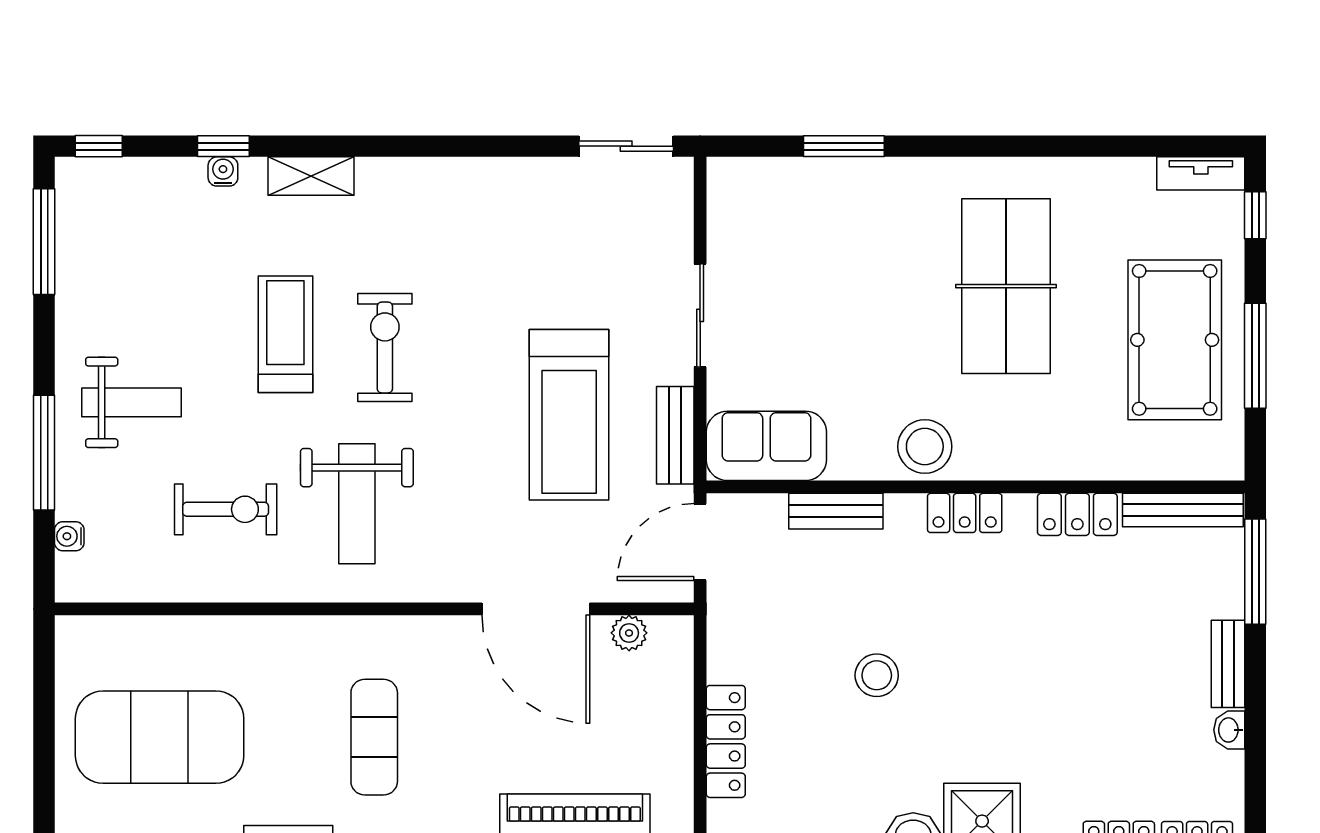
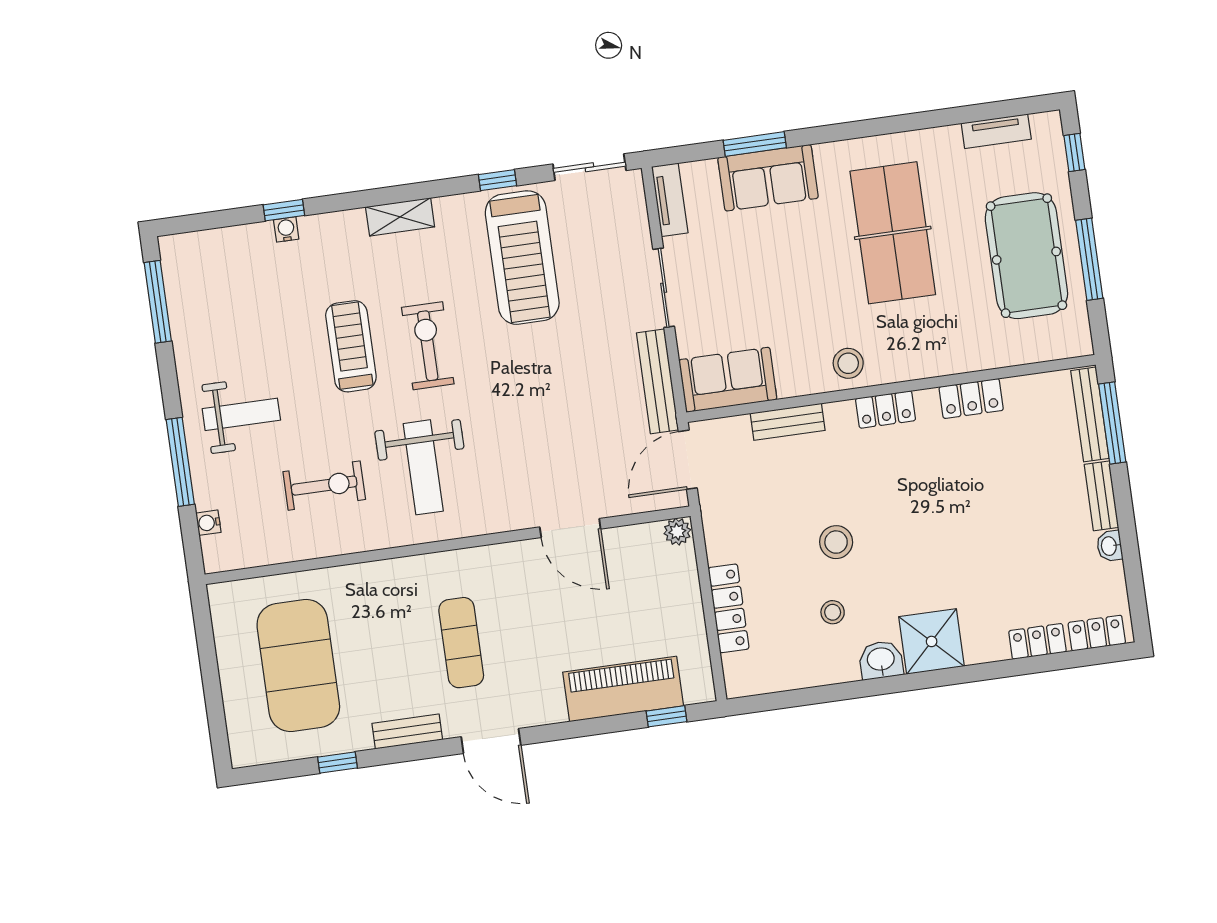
window: (99, 146) -> (497, 180), moved
tv unit: (1201, 173) -> (996, 131), moved
shelving: (311, 176) -> (400, 217), moved
sofa: (855, 192) -> (768, 178), added
tv unit: (724, 203) -> (670, 200), added
treadmill: (569, 415) -> (522, 258), moved
bench: (675, 435) -> (657, 381), width x1.36
stool: (925, 447) -> (848, 363), width x0.73, depth x0.73
bench: (1183, 510) -> (1090, 414), moved, turned 90
door: (536, 609) -> (570, 528), width x0.73
plant: (629, 633) -> (677, 532), moved
exercise mat: (160, 737) -> (298, 665), turned 90
stool: (859, 765) -> (833, 612), added

